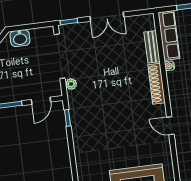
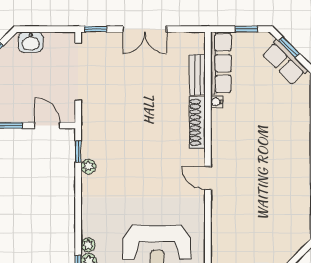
plant: (71, 84) -> (88, 166), moved
door: (41, 101) -> (47, 125), swing flipped

